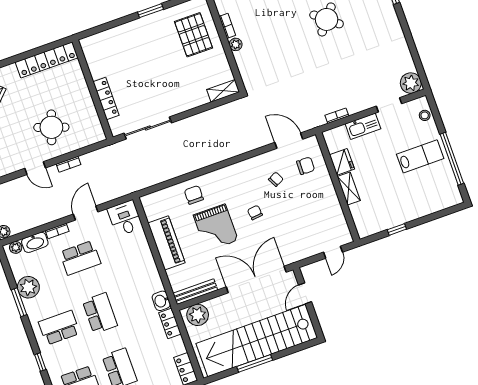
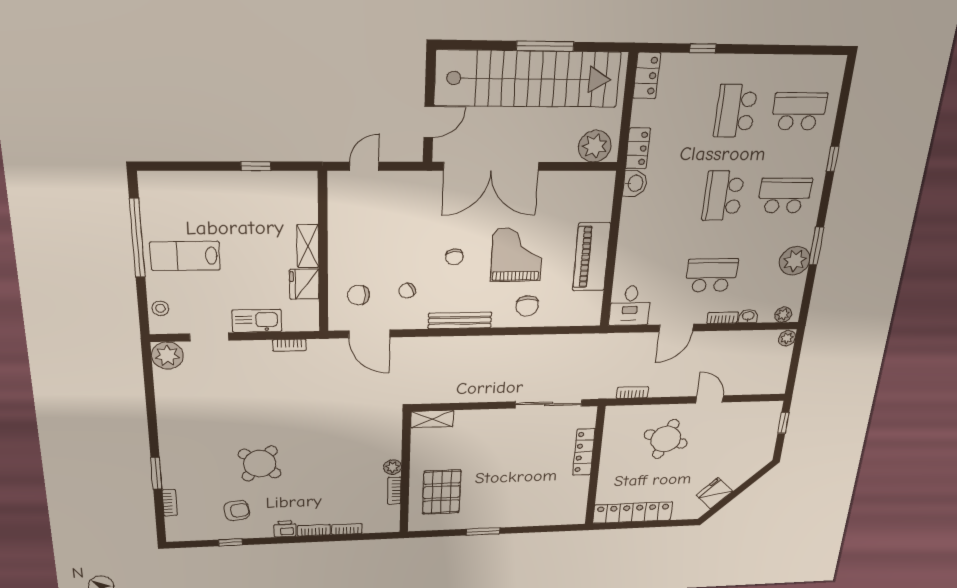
bookcase: (68, 164) -> (632, 392), moved
washbasin: (35, 242) -> (748, 316), width x0.52, depth x0.69
bench: (195, 292) -> (460, 320), moved
school desk: (59, 328) -> (785, 196), turned 180

